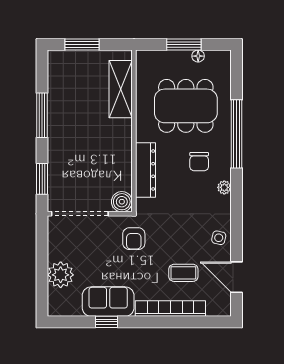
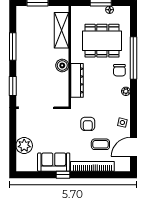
chair: (199, 162) -> (119, 70), moved
boiler: (122, 202) -> (62, 65), moved
armchair: (134, 239) -> (88, 124), moved
door: (237, 277) -> (133, 147), hinge flipped
window: (106, 322) -> (63, 175), moved

